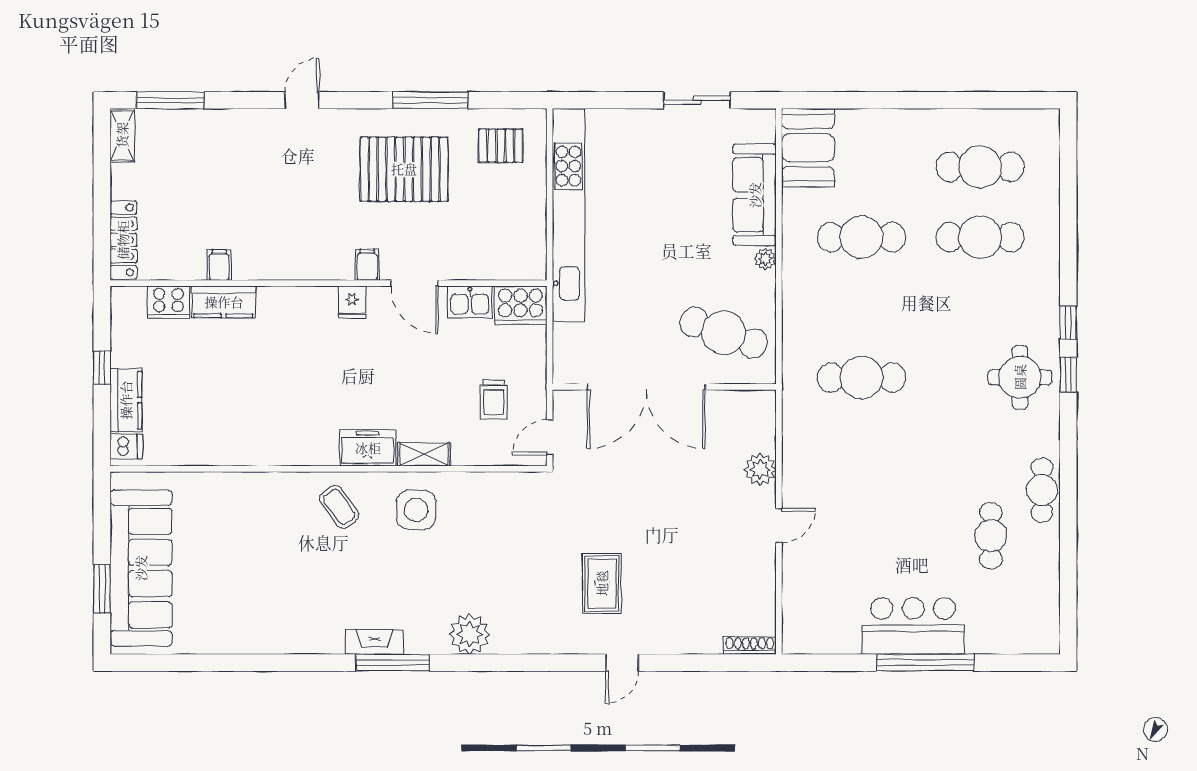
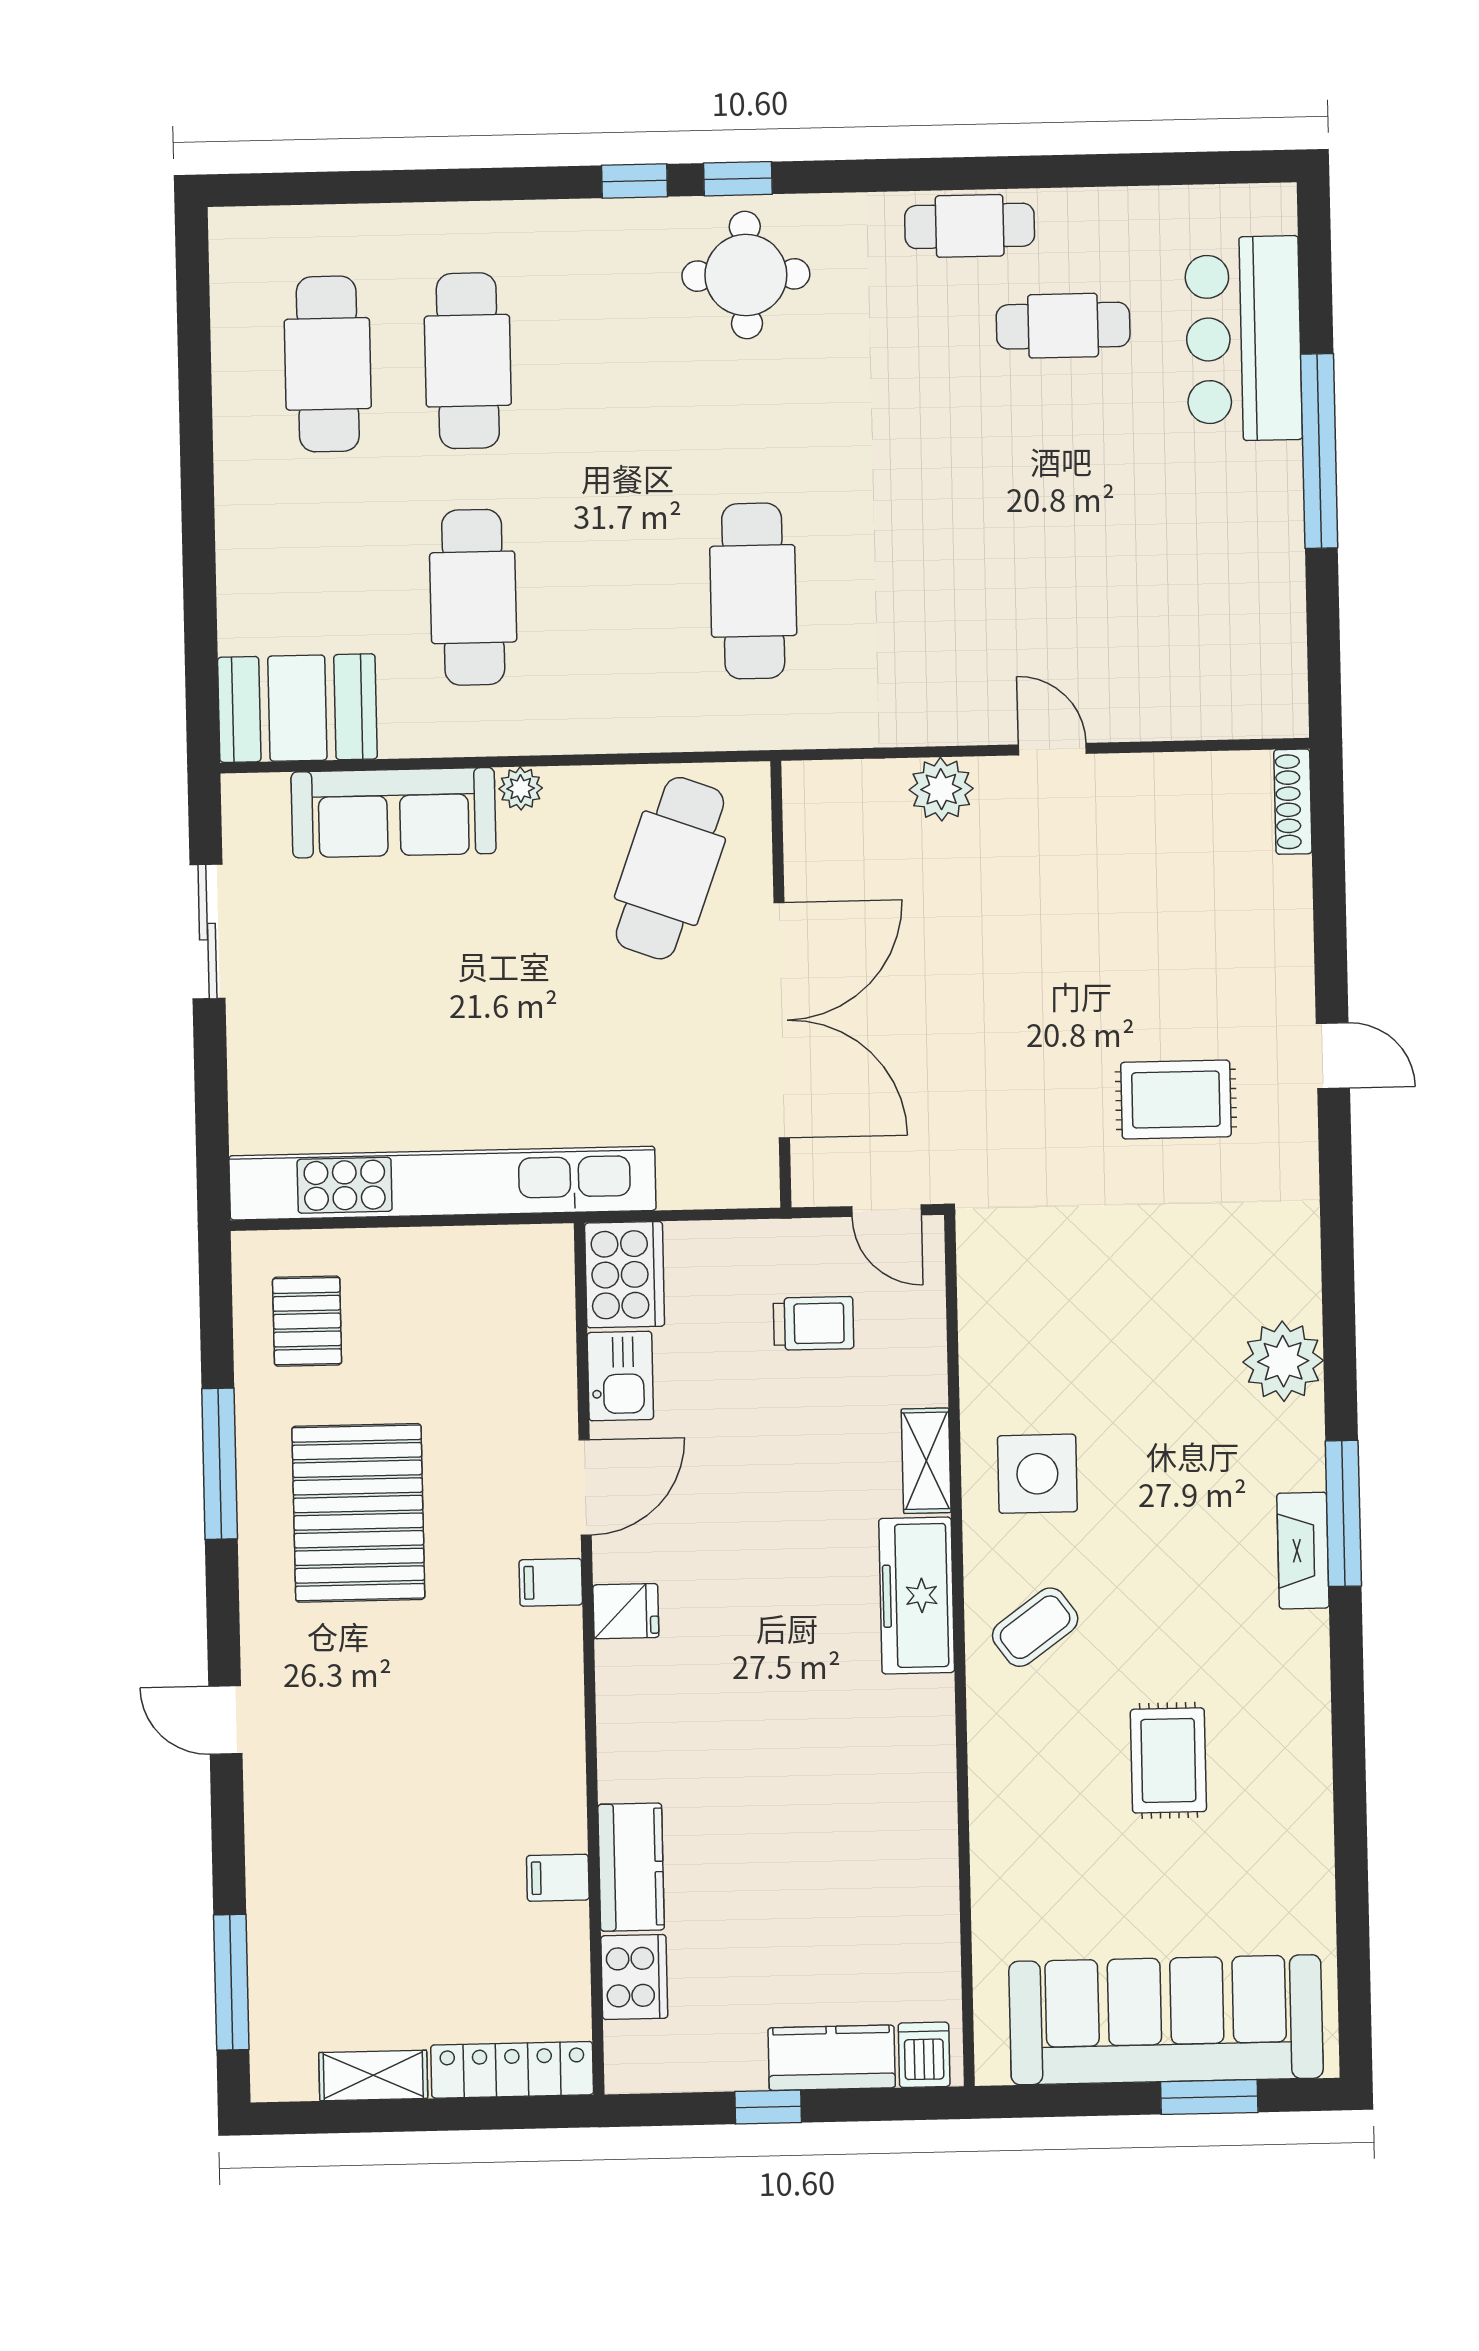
shelving: (122, 135) -> (373, 2075), moved
freezer: (368, 448) -> (917, 1596), width x1.40
rug: (271, 572) -> (1168, 1760), added
bar counter: (913, 626) -> (1244, 339), moved

